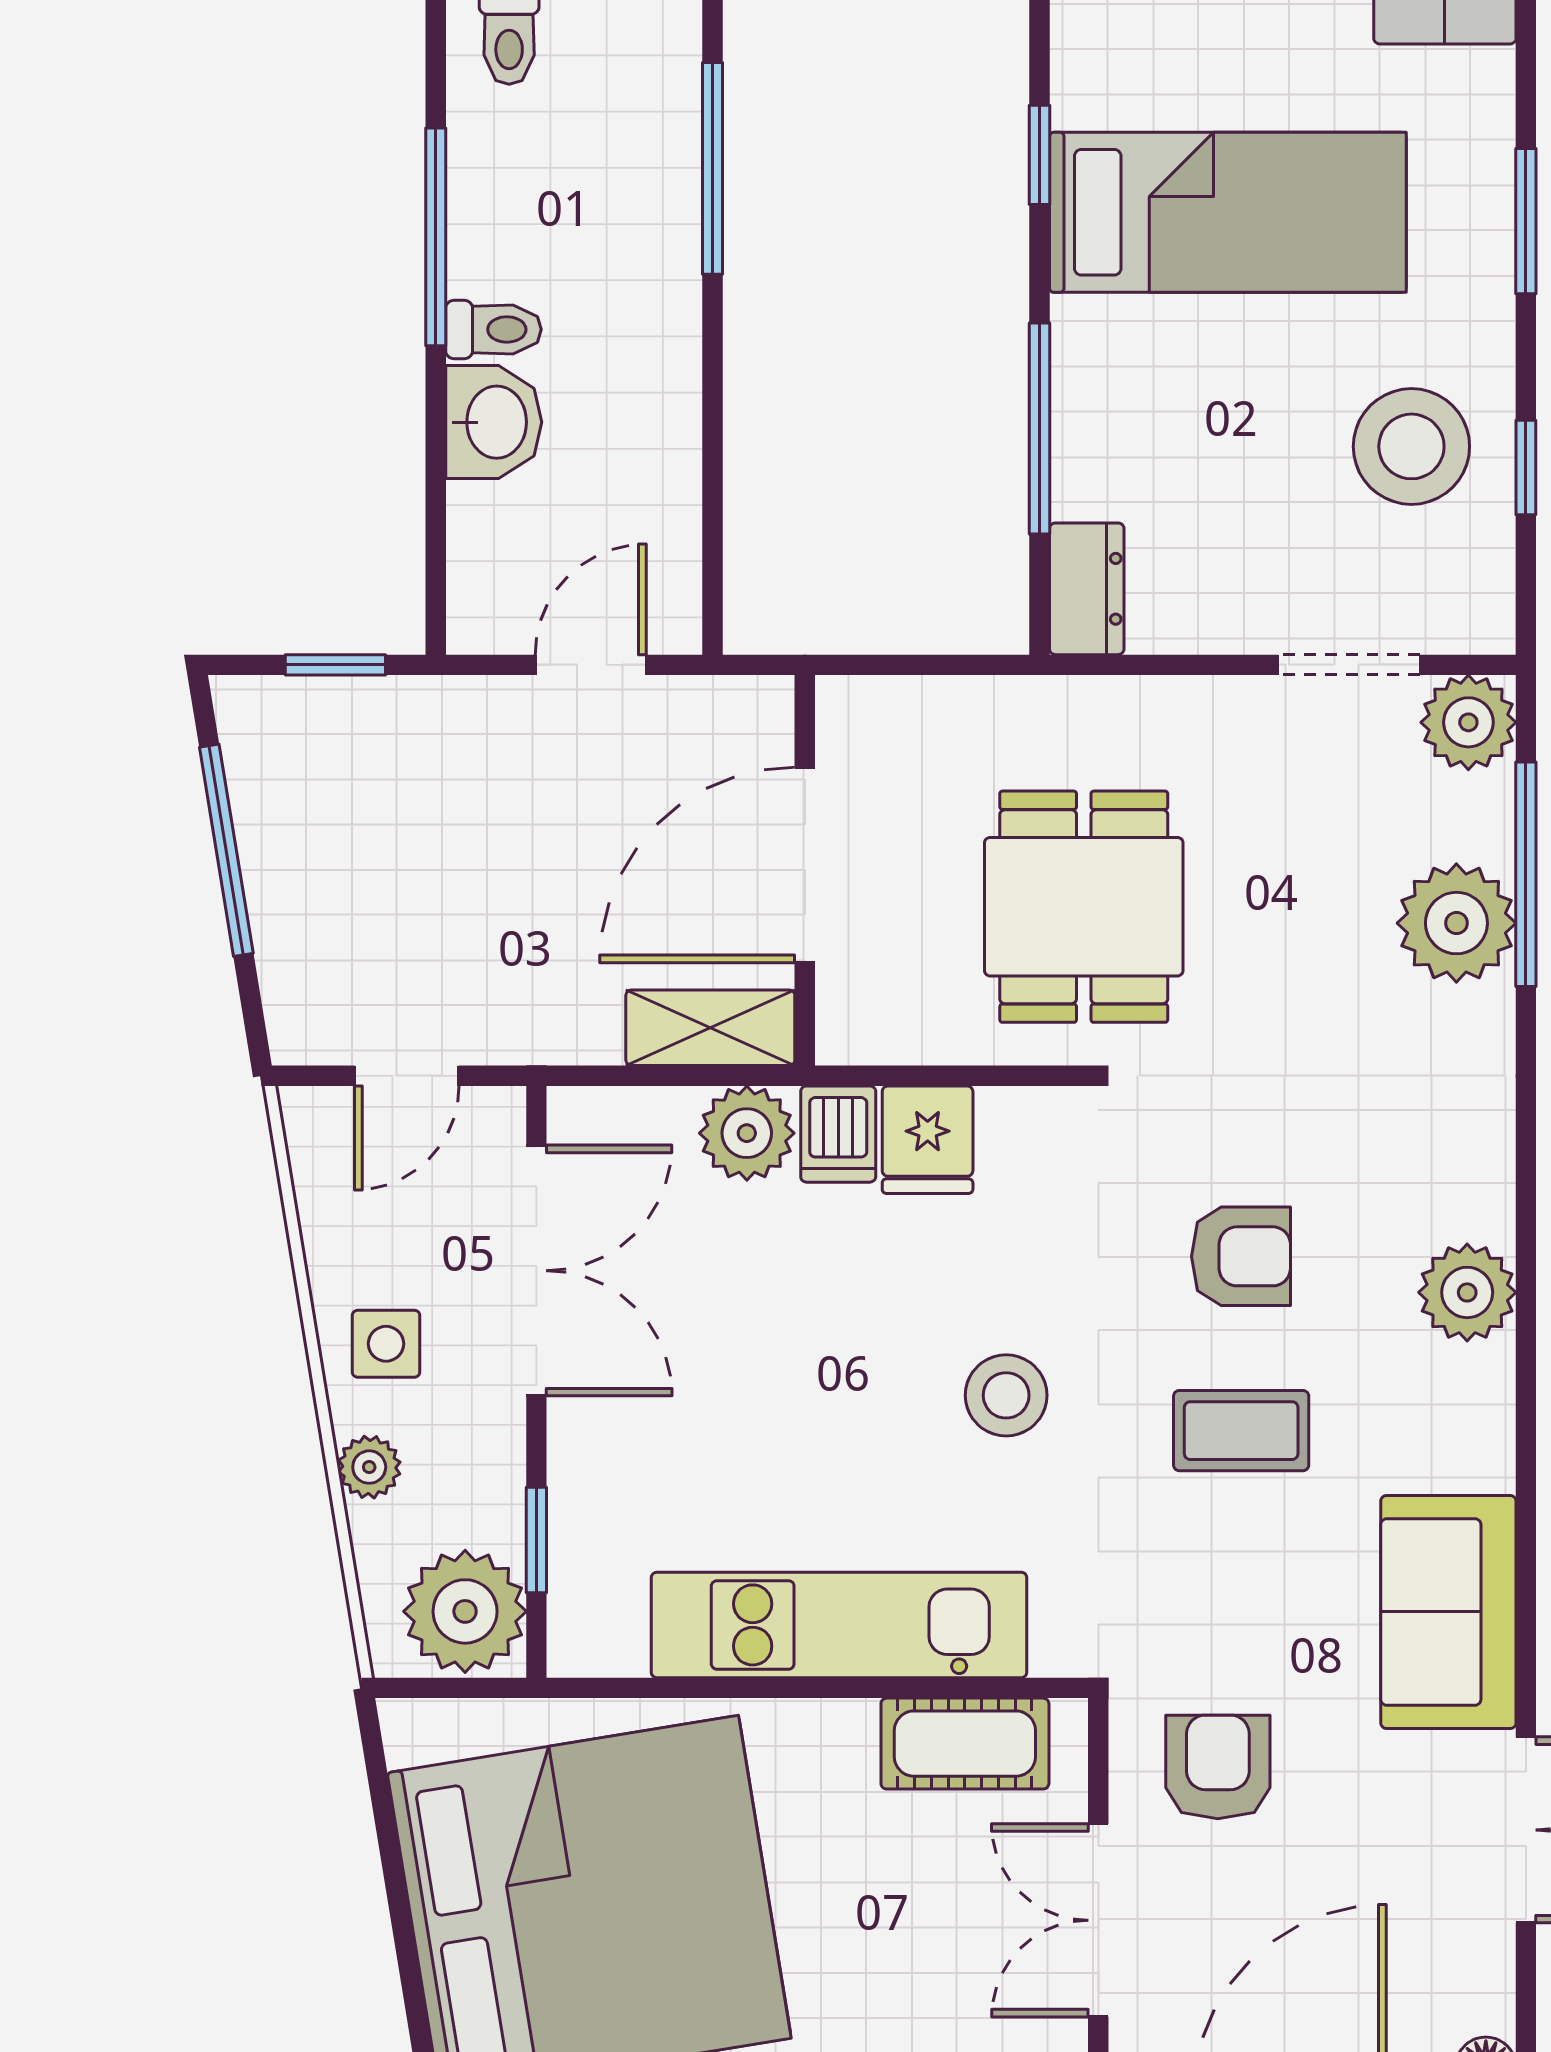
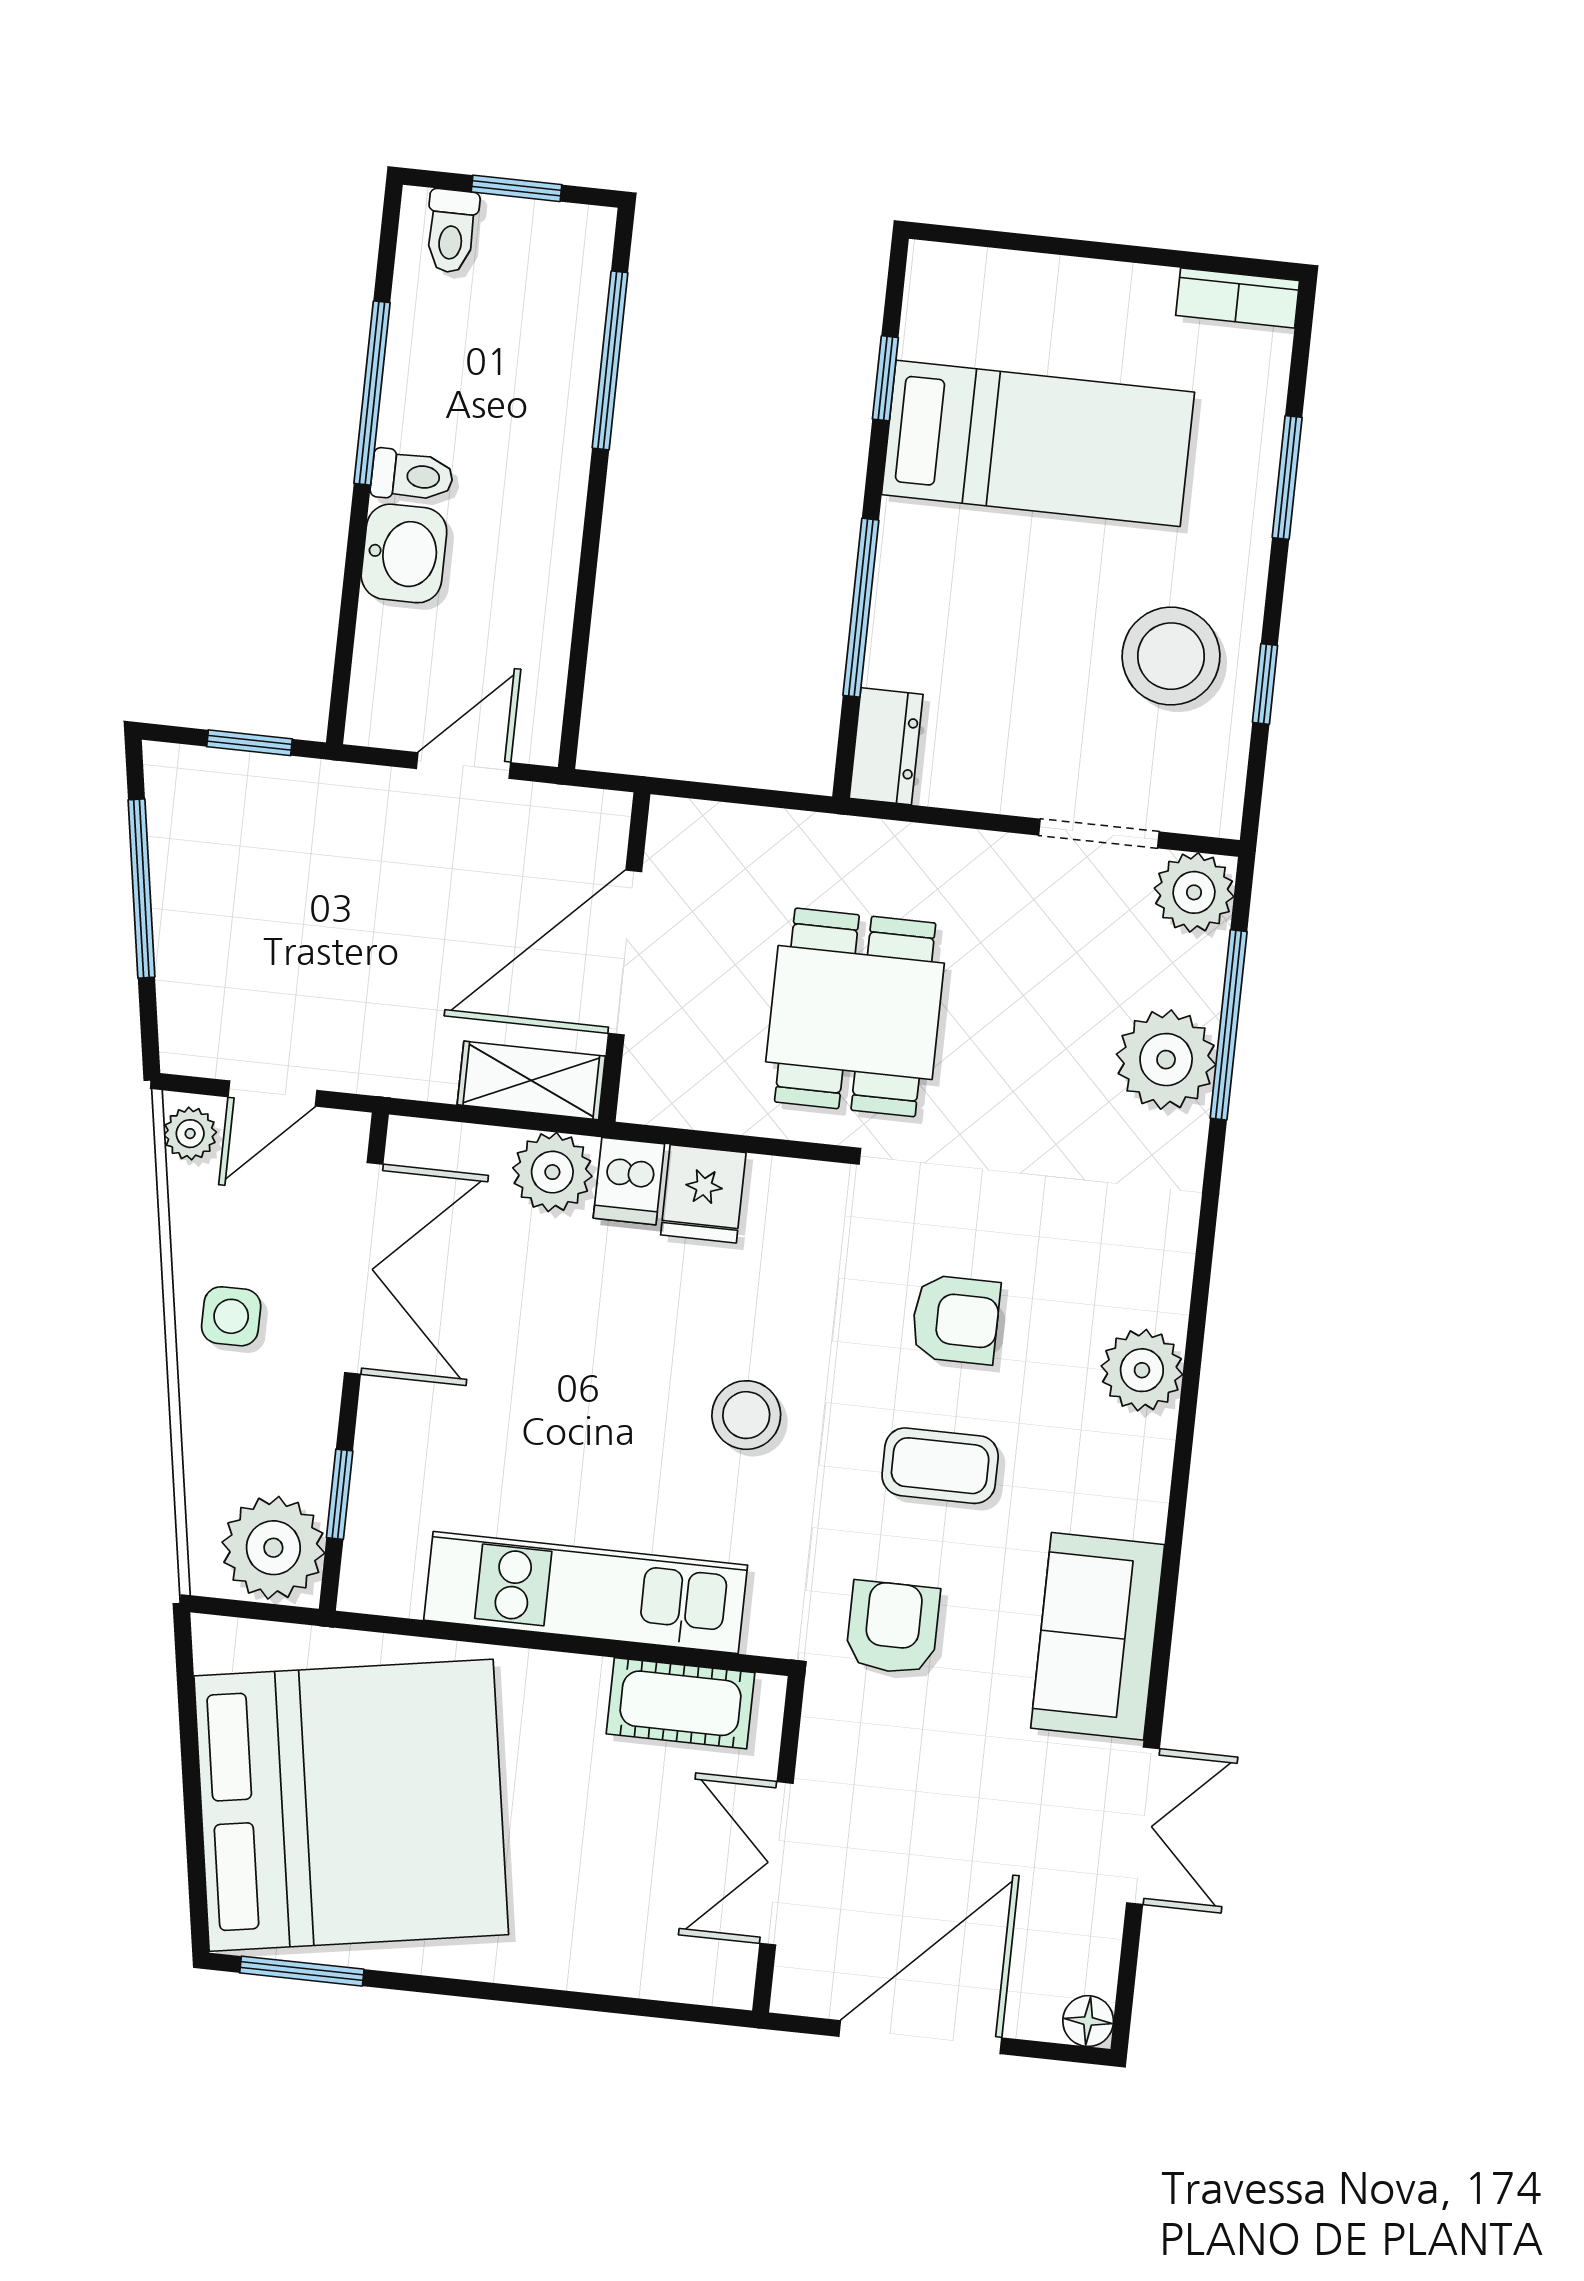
plant: (369, 1467) -> (190, 1134), moved
armchair: (1218, 1767) -> (893, 1628), moved

